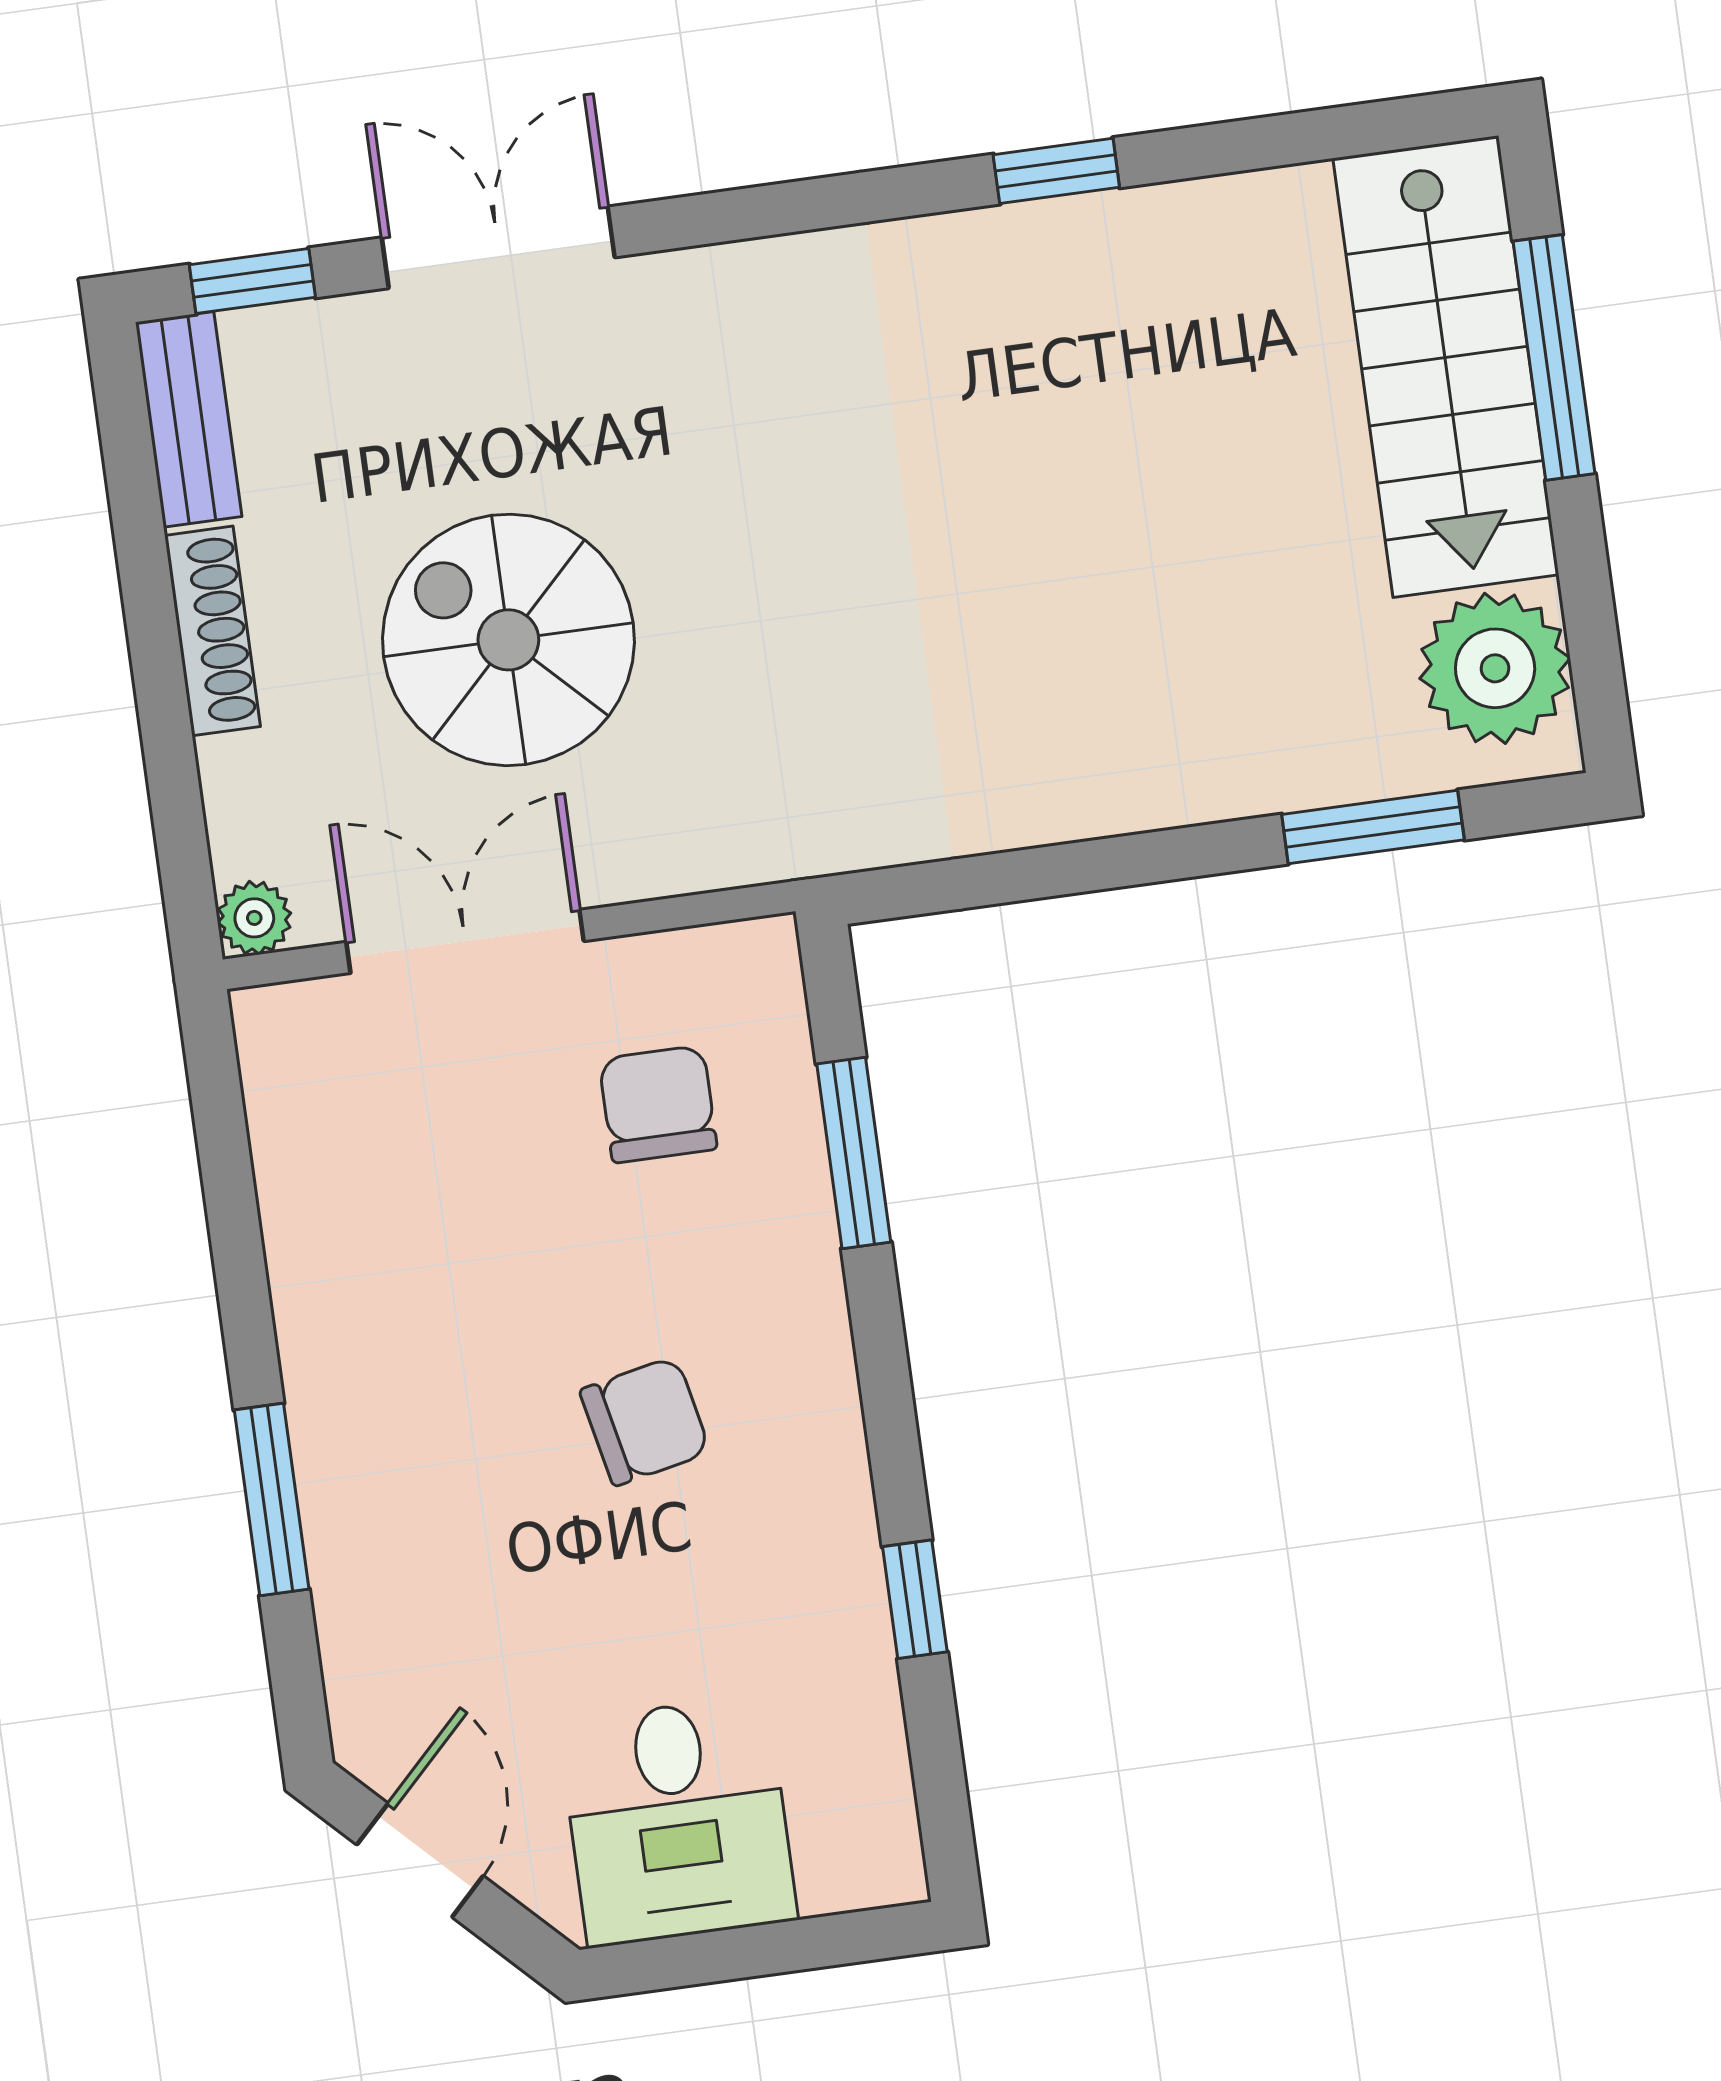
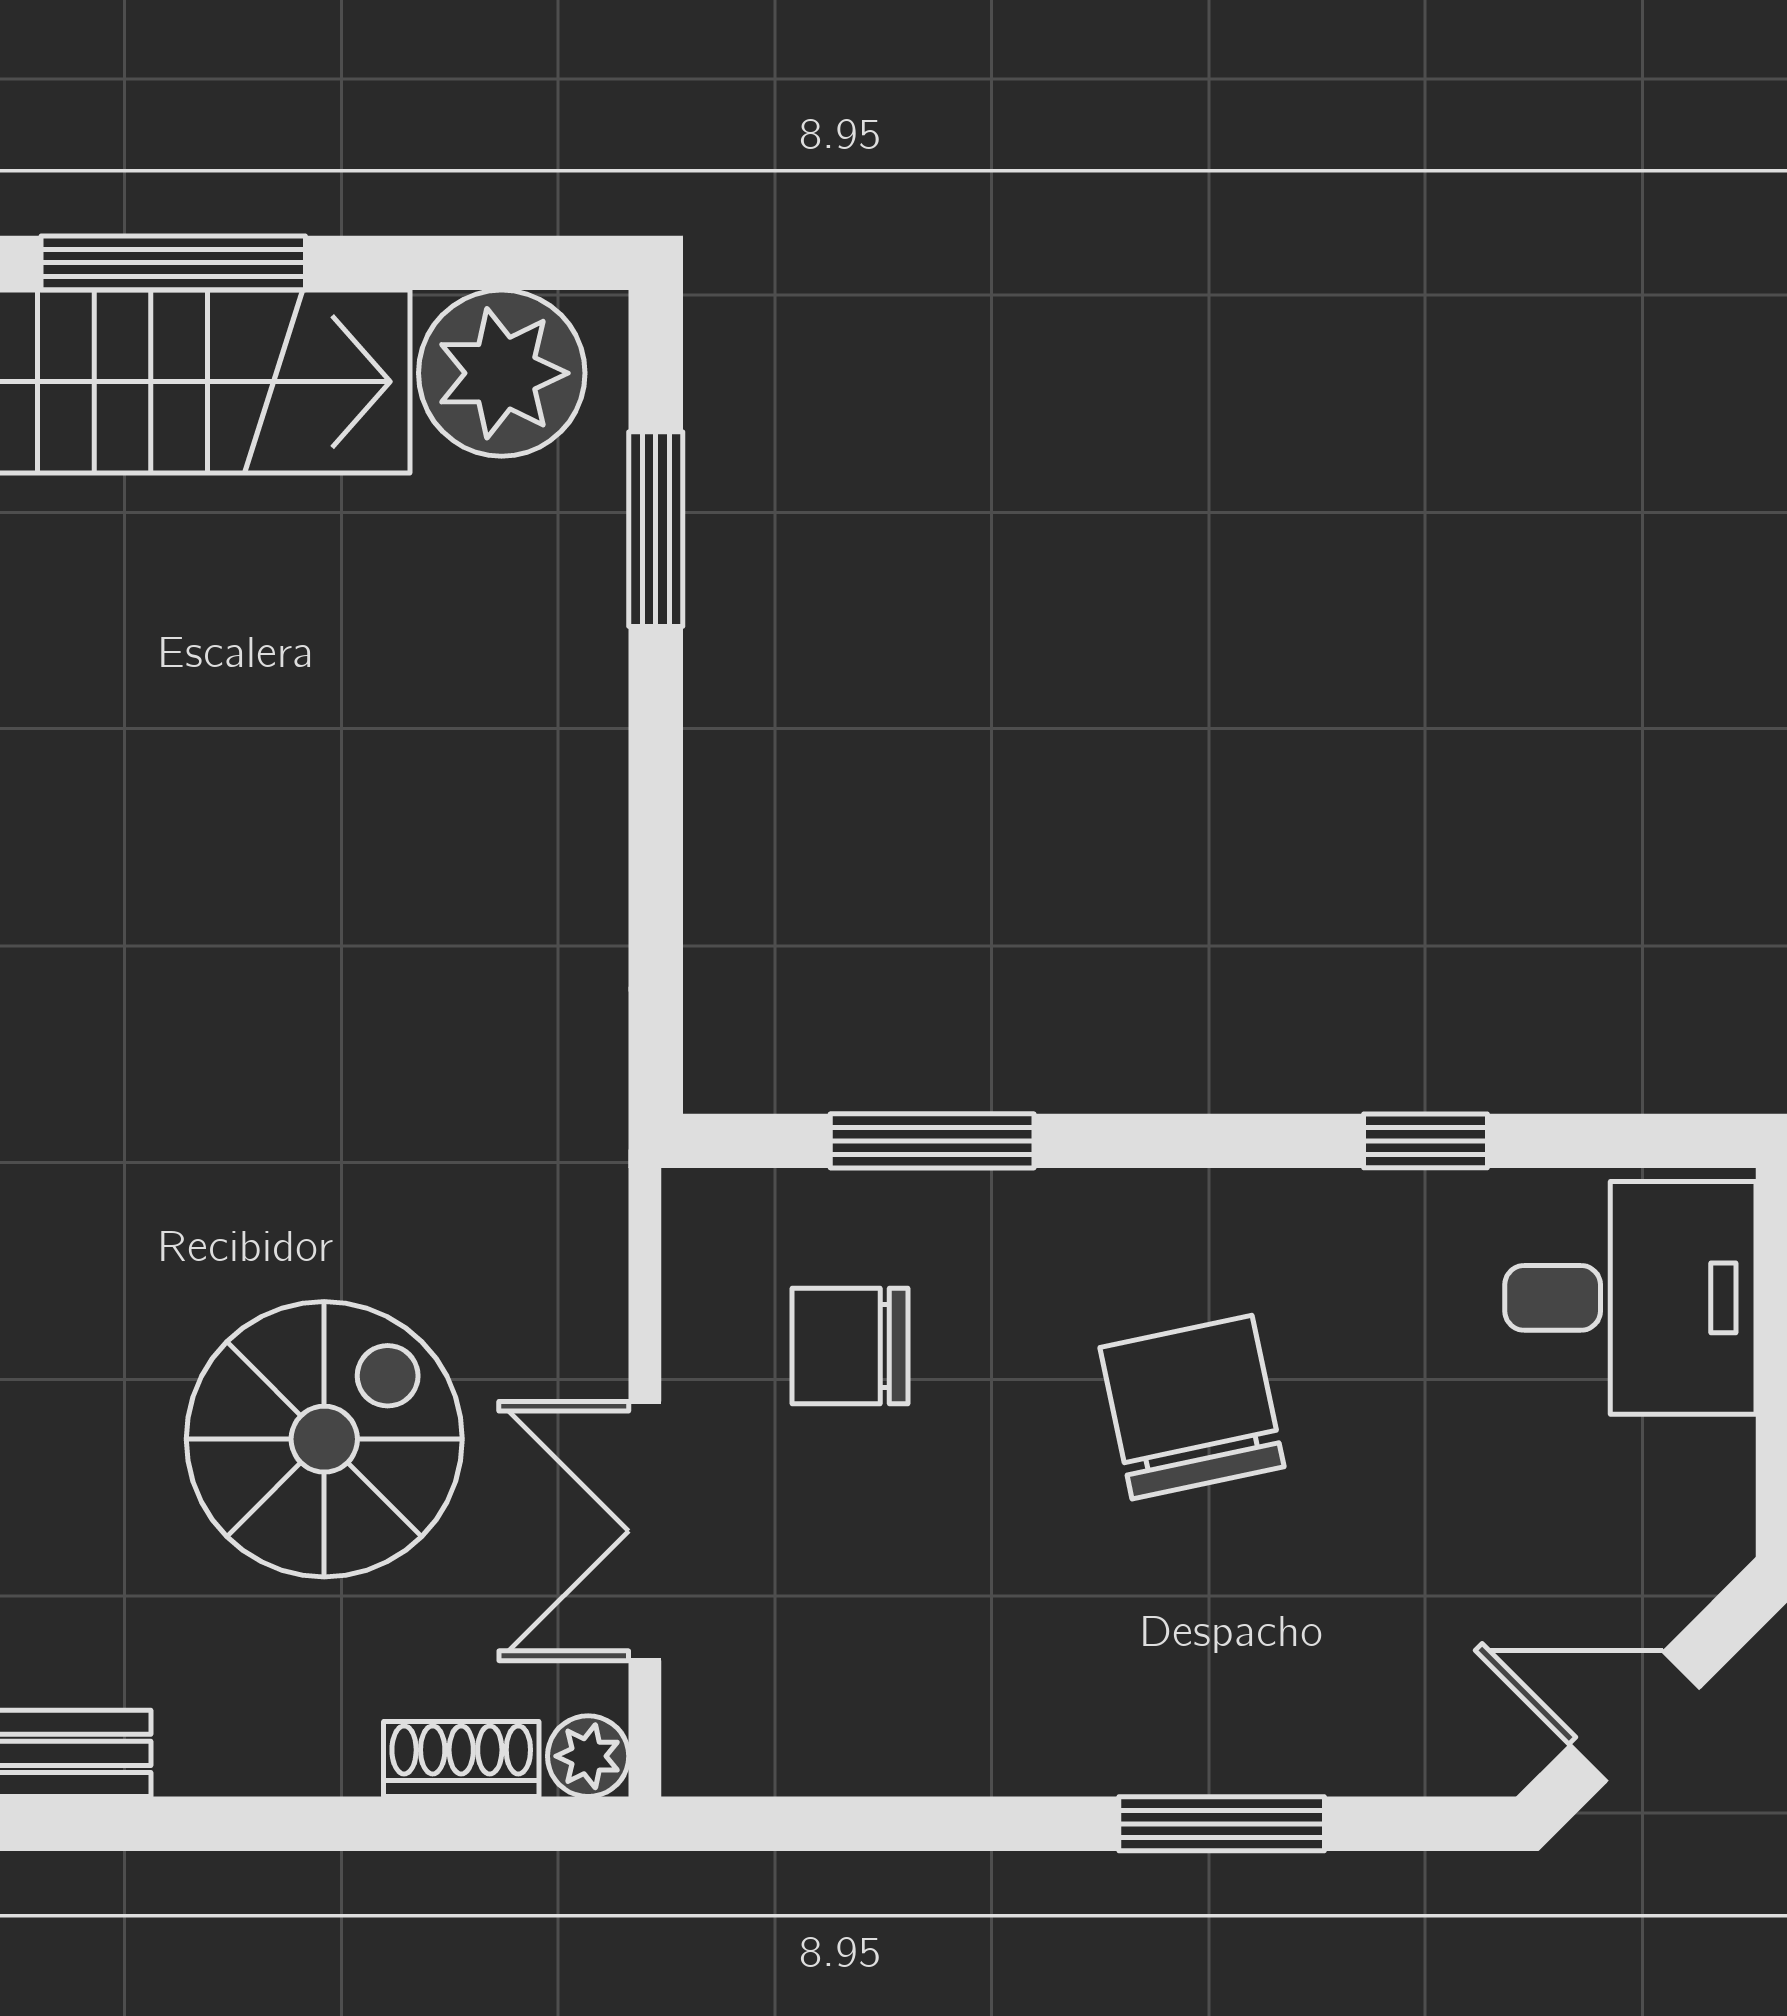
shoe rack: (212, 631) -> (461, 1759), moved, width x0.70
spiral stairs: (508, 640) -> (324, 1439), turned 180
chair: (645, 1421) -> (1192, 1407), width x1.37, depth x1.37
desk: (678, 1821) -> (1630, 1298), moved

